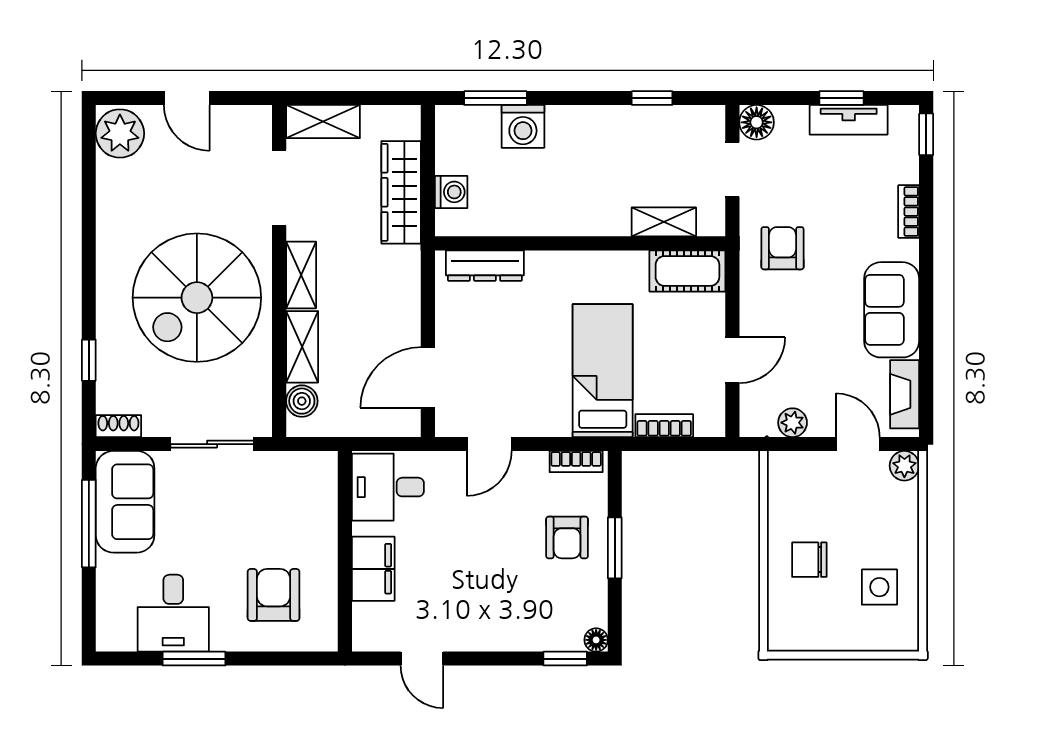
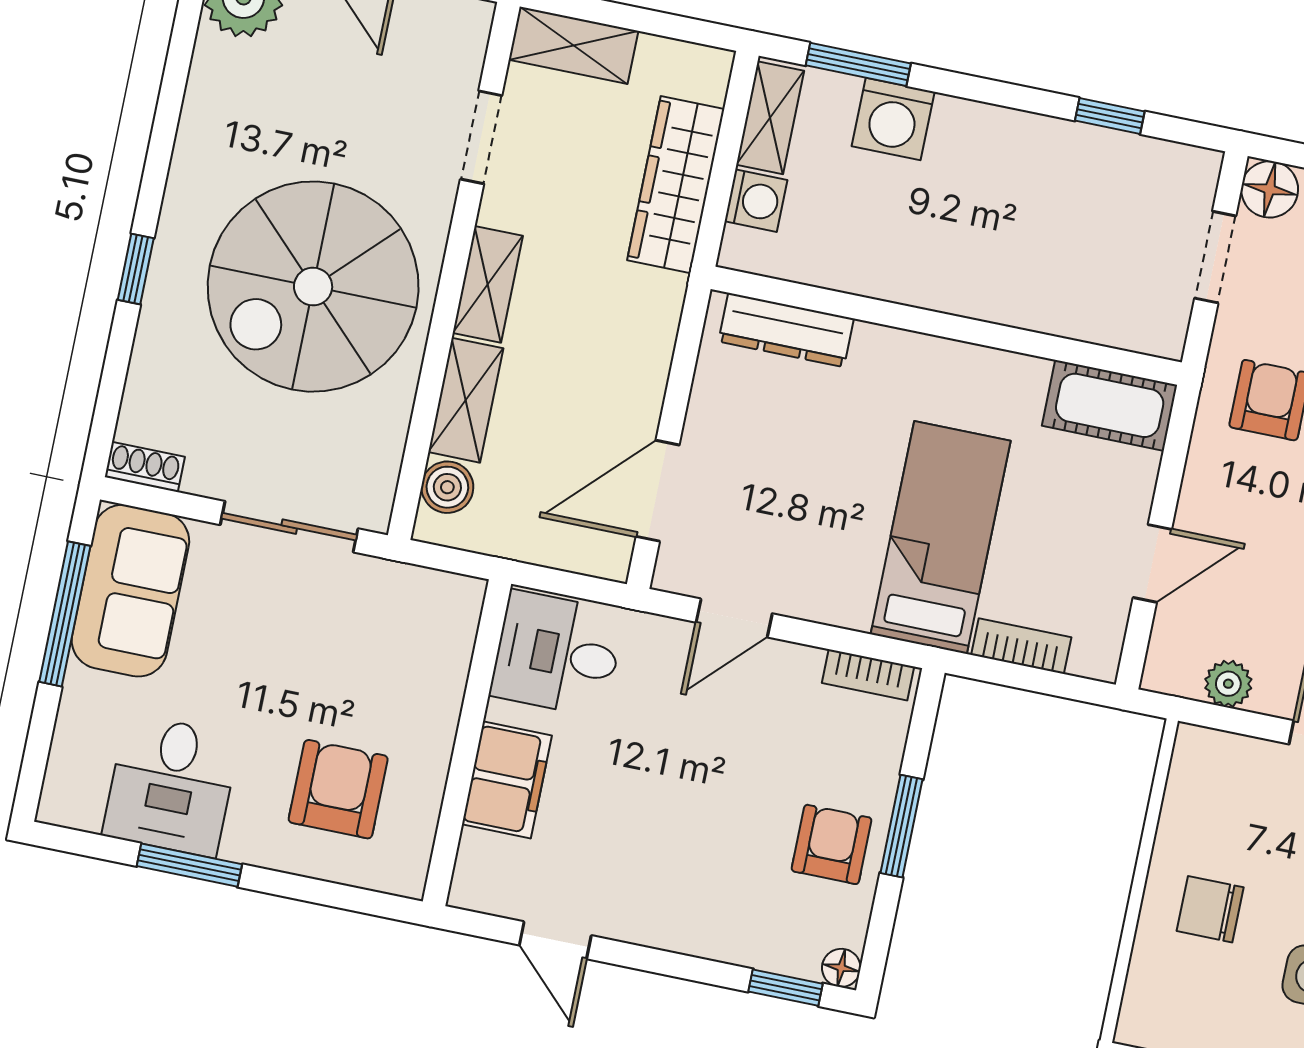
doorway: (279, 188) -> (481, 137), width x0.73
shelving: (664, 222) -> (770, 118), moved, turned 90
window: (89, 360) -> (136, 269), moved
armchair: (567, 537) -> (832, 844), moved, turned 180

